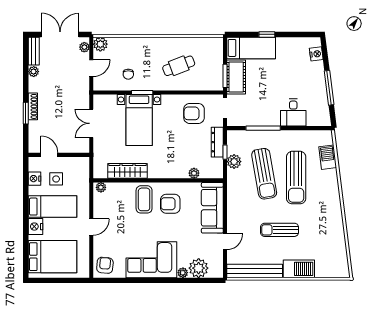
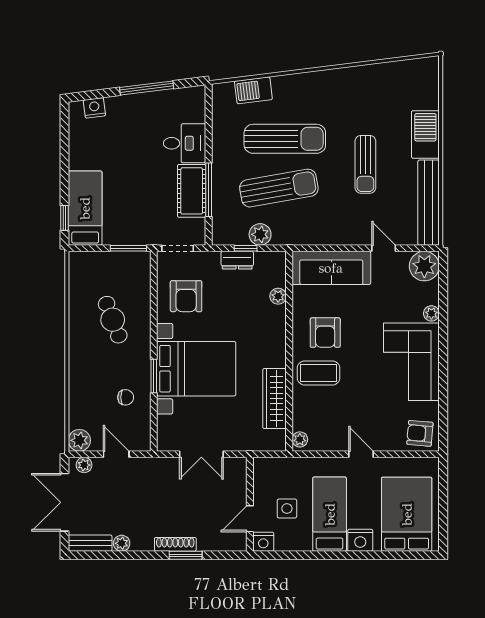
window: (267, 34) -> (64, 218), moved
cot: (236, 77) -> (192, 191), moved, turned 90
bed with nightstands: (139, 120) -> (196, 369), width x1.36
dresser: (217, 142) -> (237, 260), width x0.70
nightstand: (34, 179) -> (263, 542), moved
plant: (199, 268) -> (424, 266), moved

